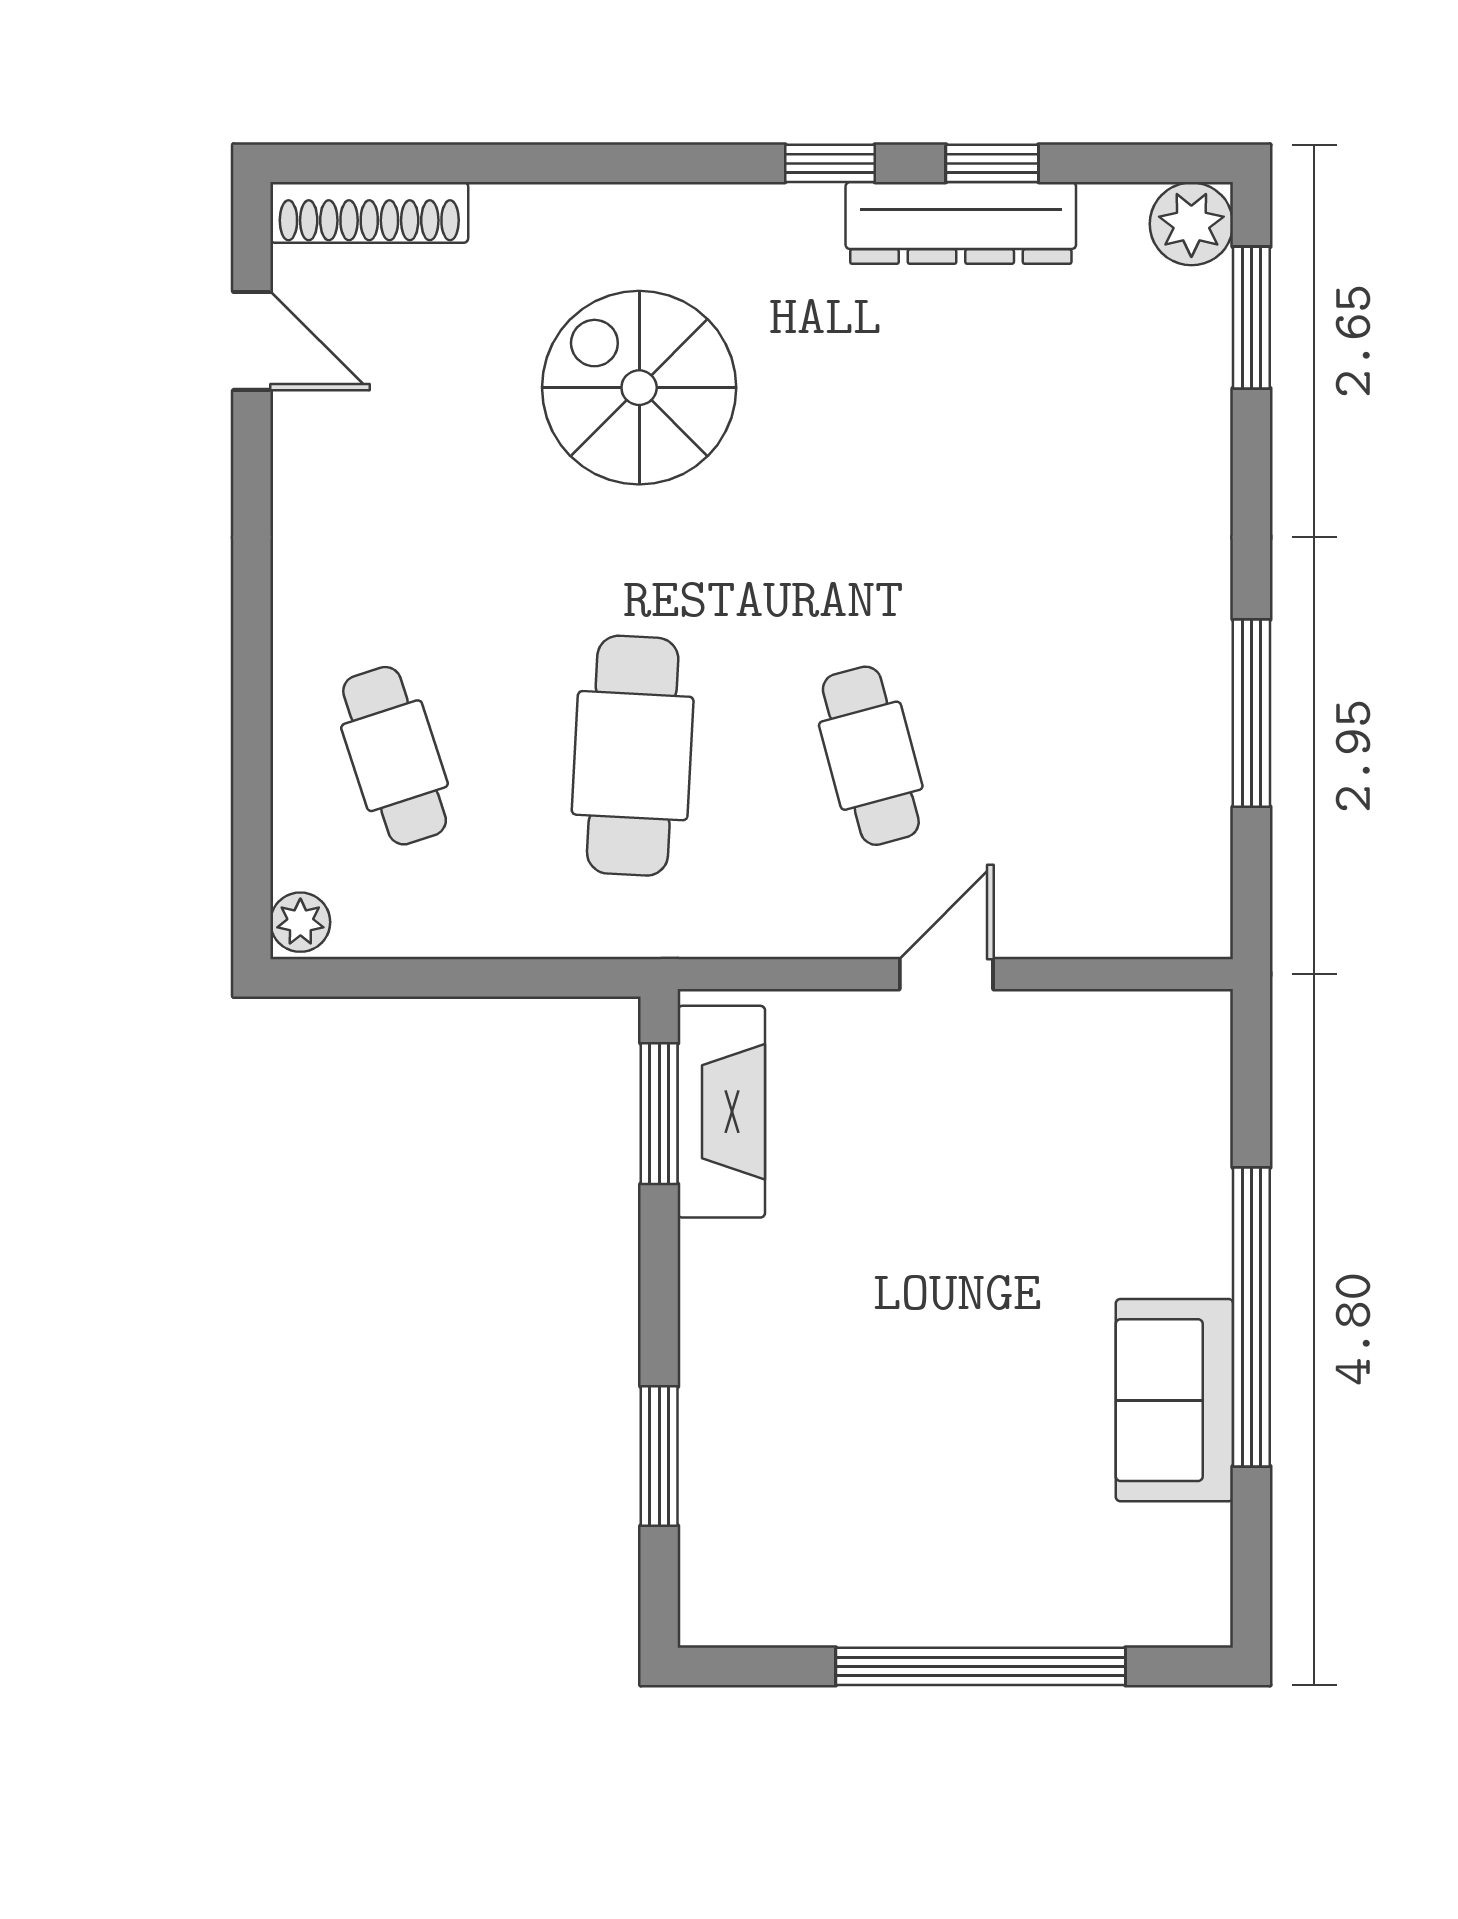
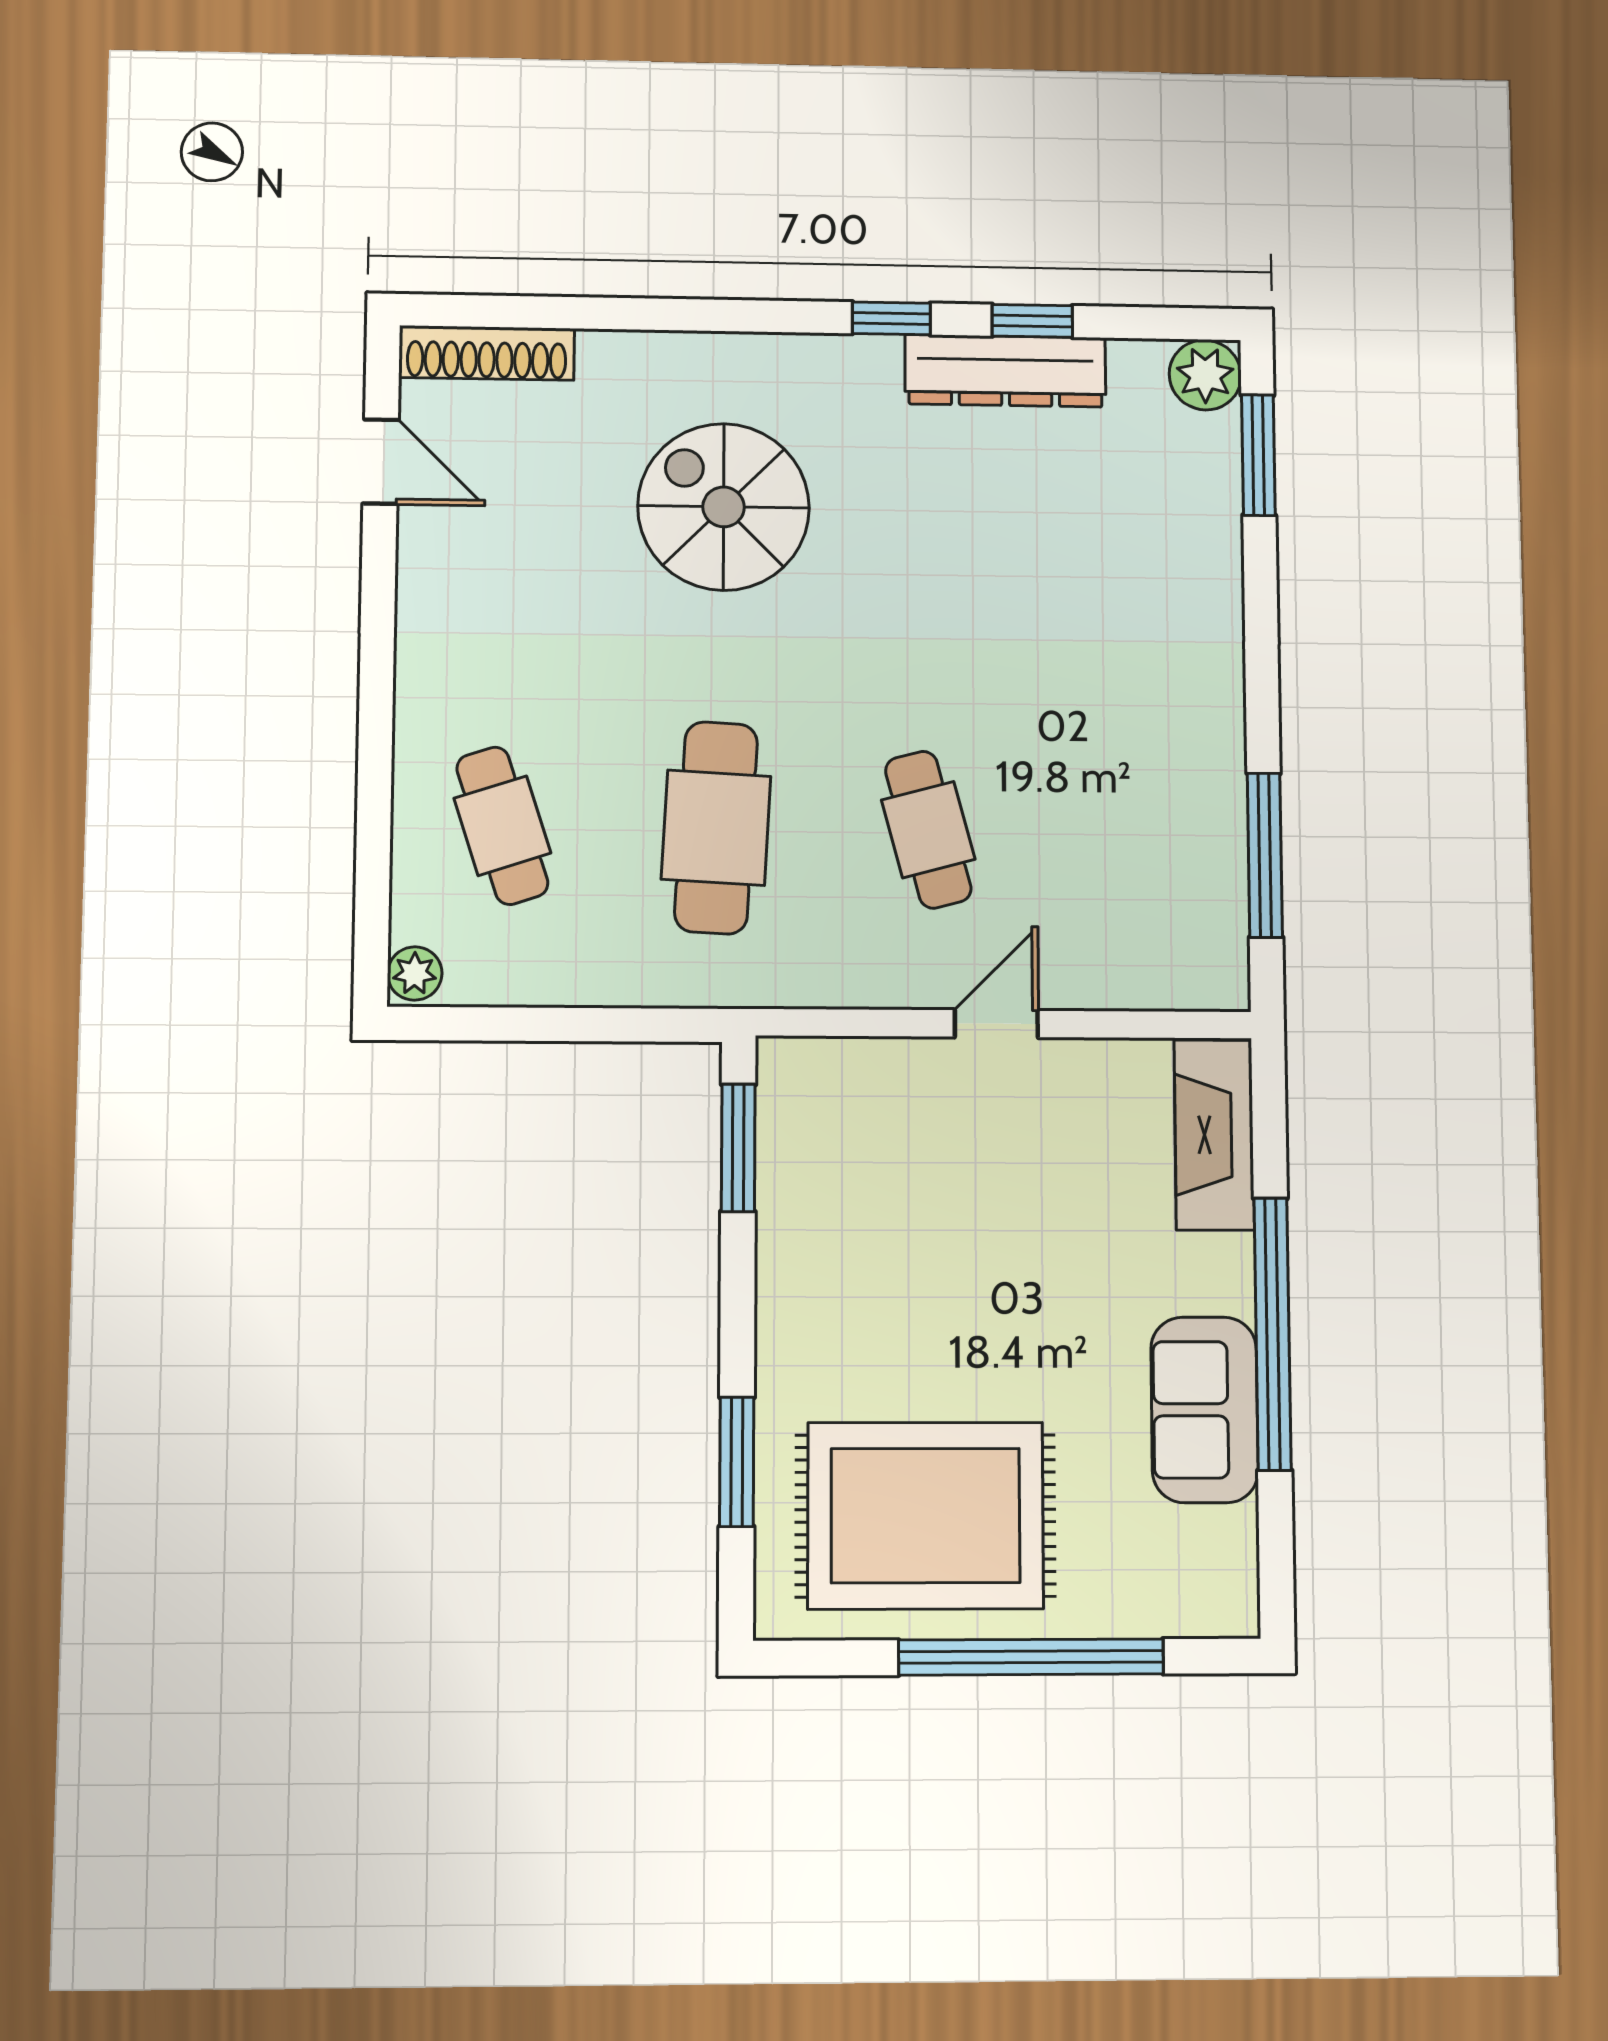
window: (1251, 713) -> (1265, 855), moved
fireplace: (721, 1112) -> (1214, 1135), moved, turned 180
rug: (866, 1514) -> (926, 1516), added

